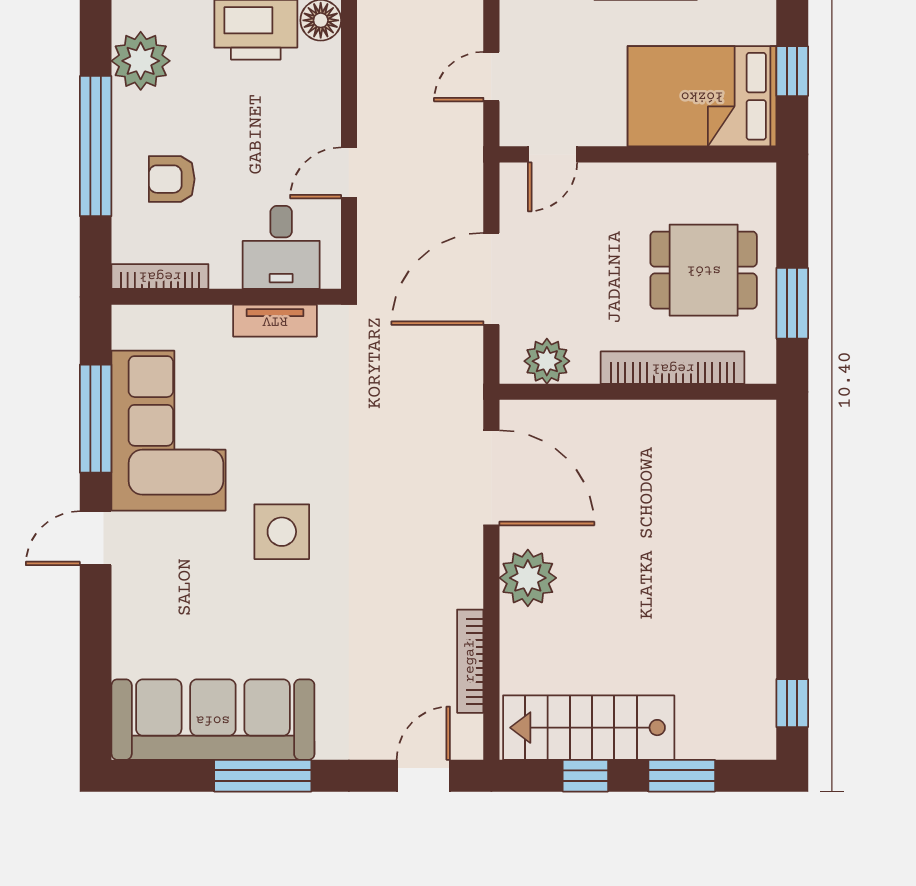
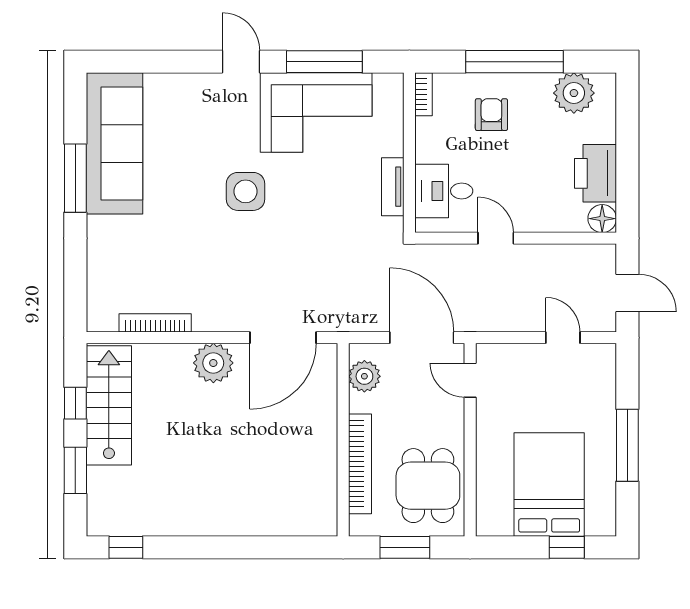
door: (553, 154) -> (470, 380), moved
wall: (638, 154) -> (470, 440), moved
bookcase: (160, 276) -> (423, 94), width x0.64
door: (423, 776) -> (75, 290), removed

